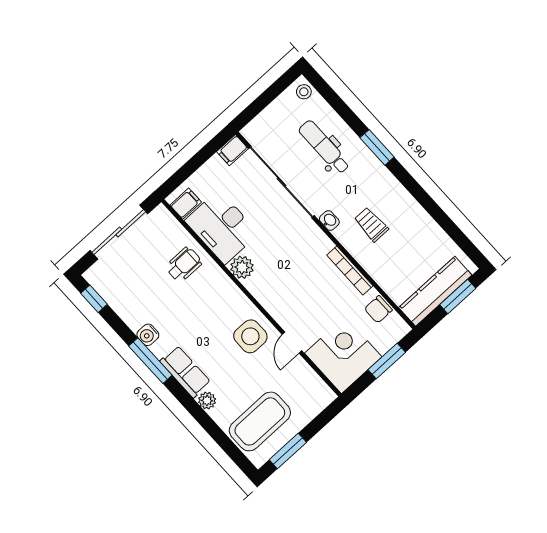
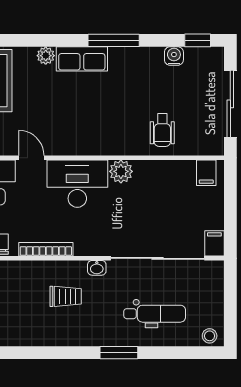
desk: (222, 227) -> (77, 184), moved
water cooler: (148, 335) -> (174, 56), moved
side table: (250, 336) -> (64, 131), removed

